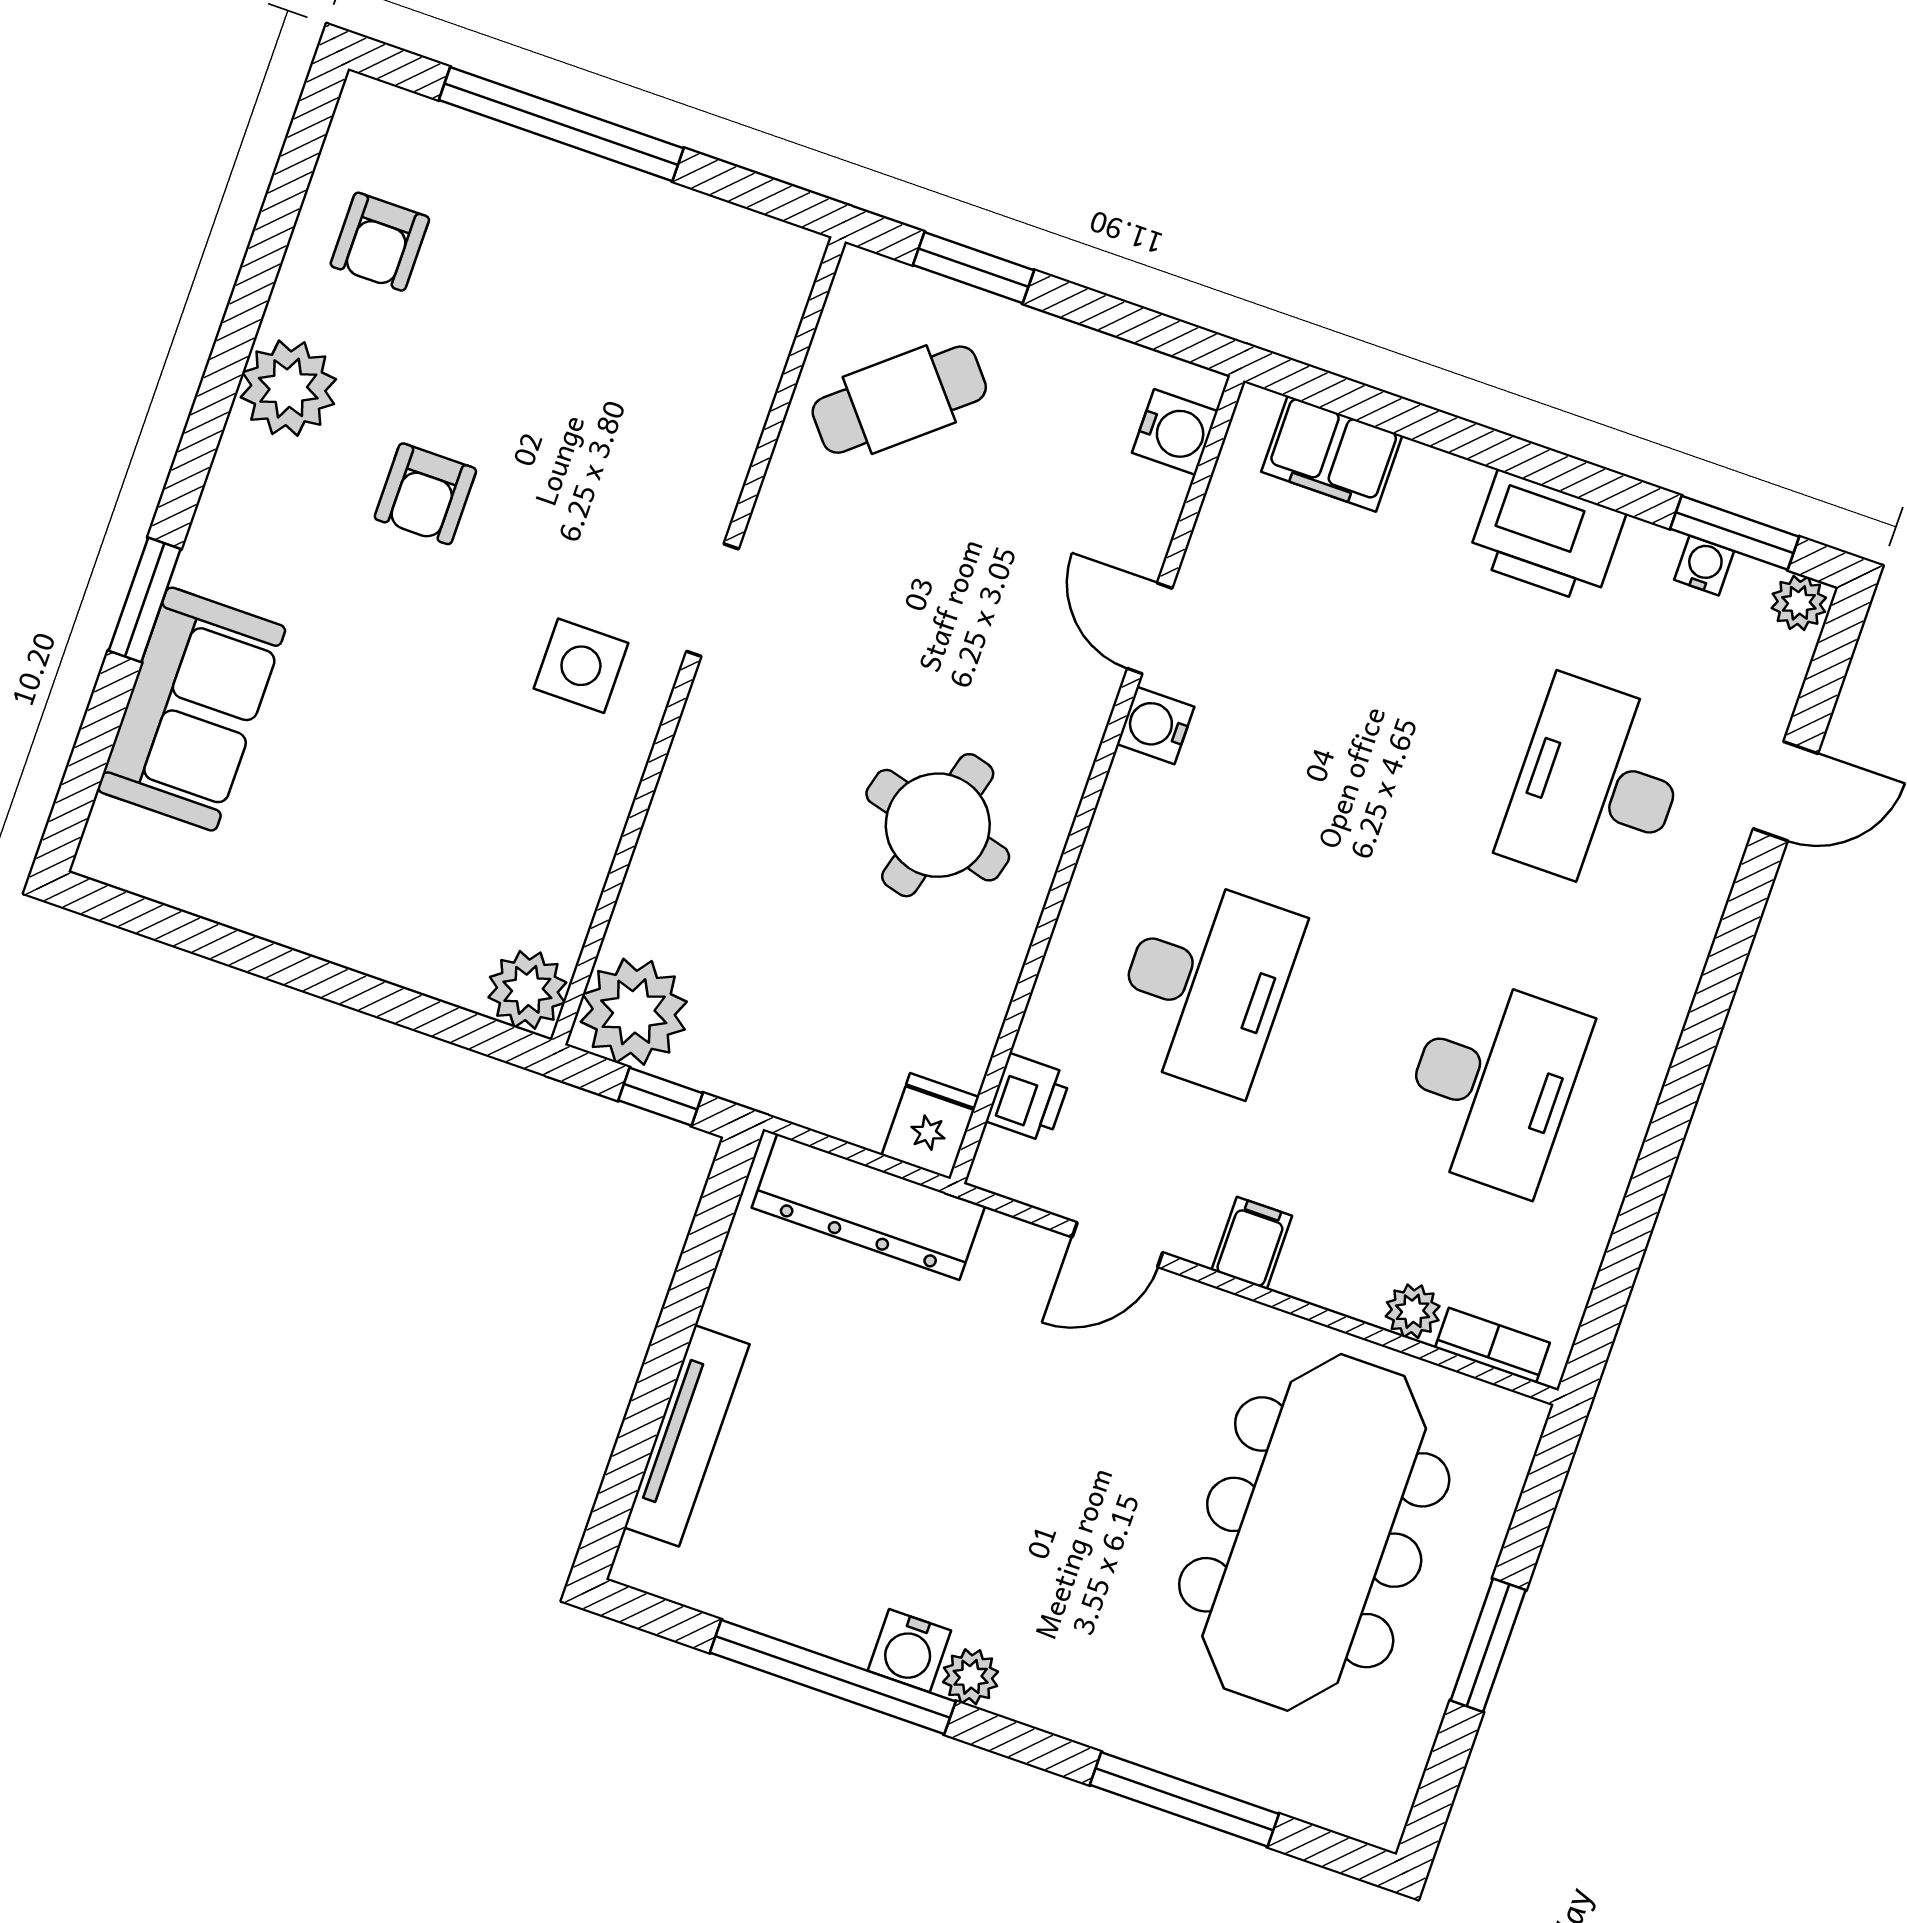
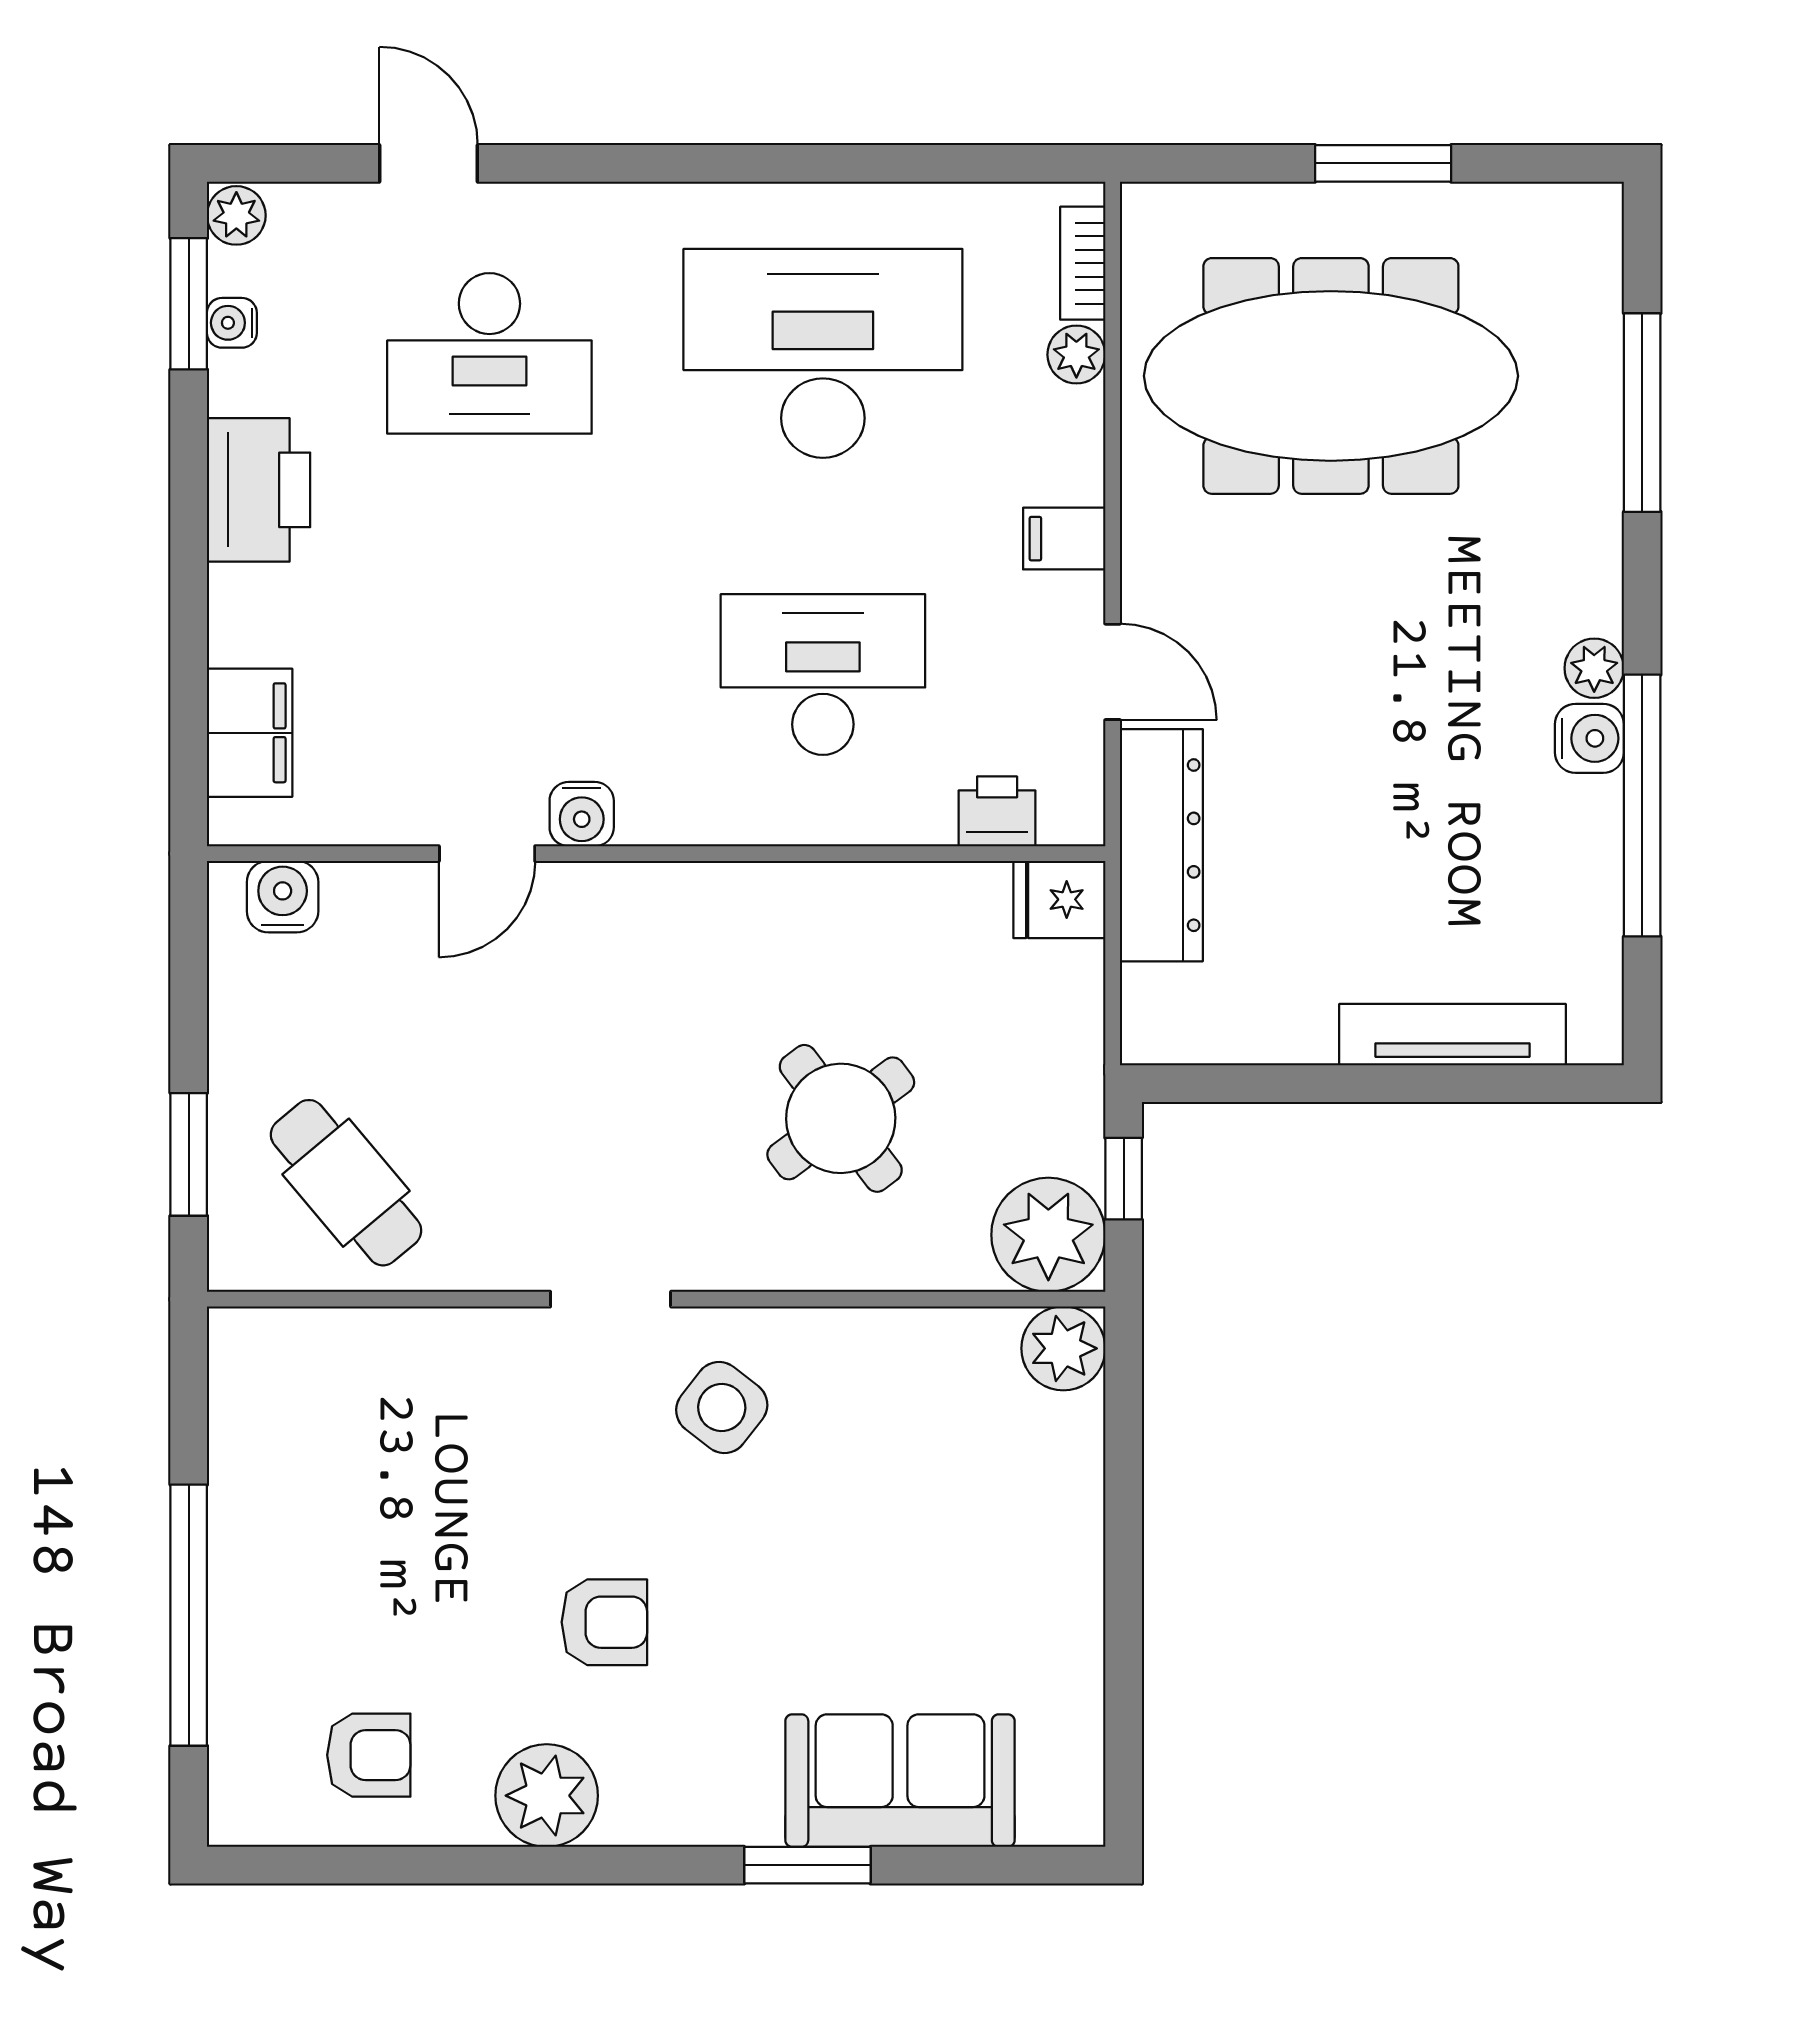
side table: (581, 666) -> (722, 1408), turned 38
round table: (938, 825) -> (841, 1118), moved, turned 38
desk: (1493, 1085) -> (823, 353), width x1.36, depth x1.30
dresser: (868, 1207) -> (1161, 845), moved

